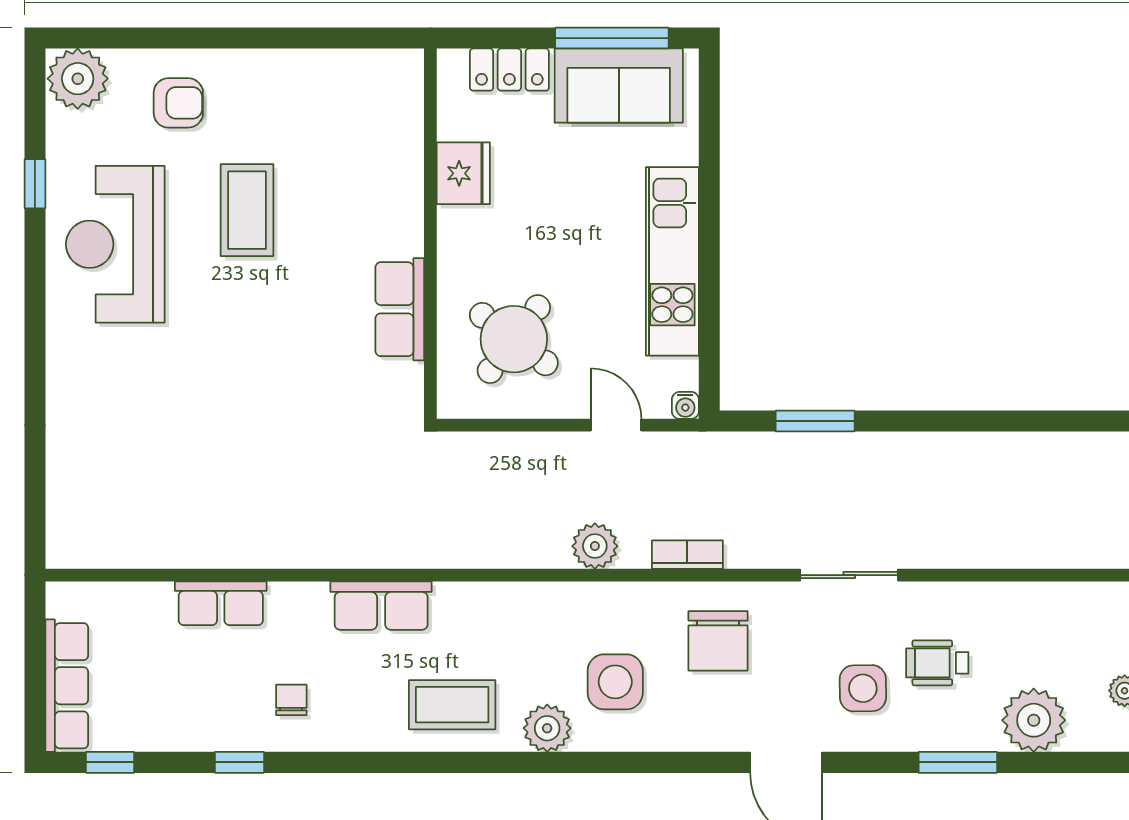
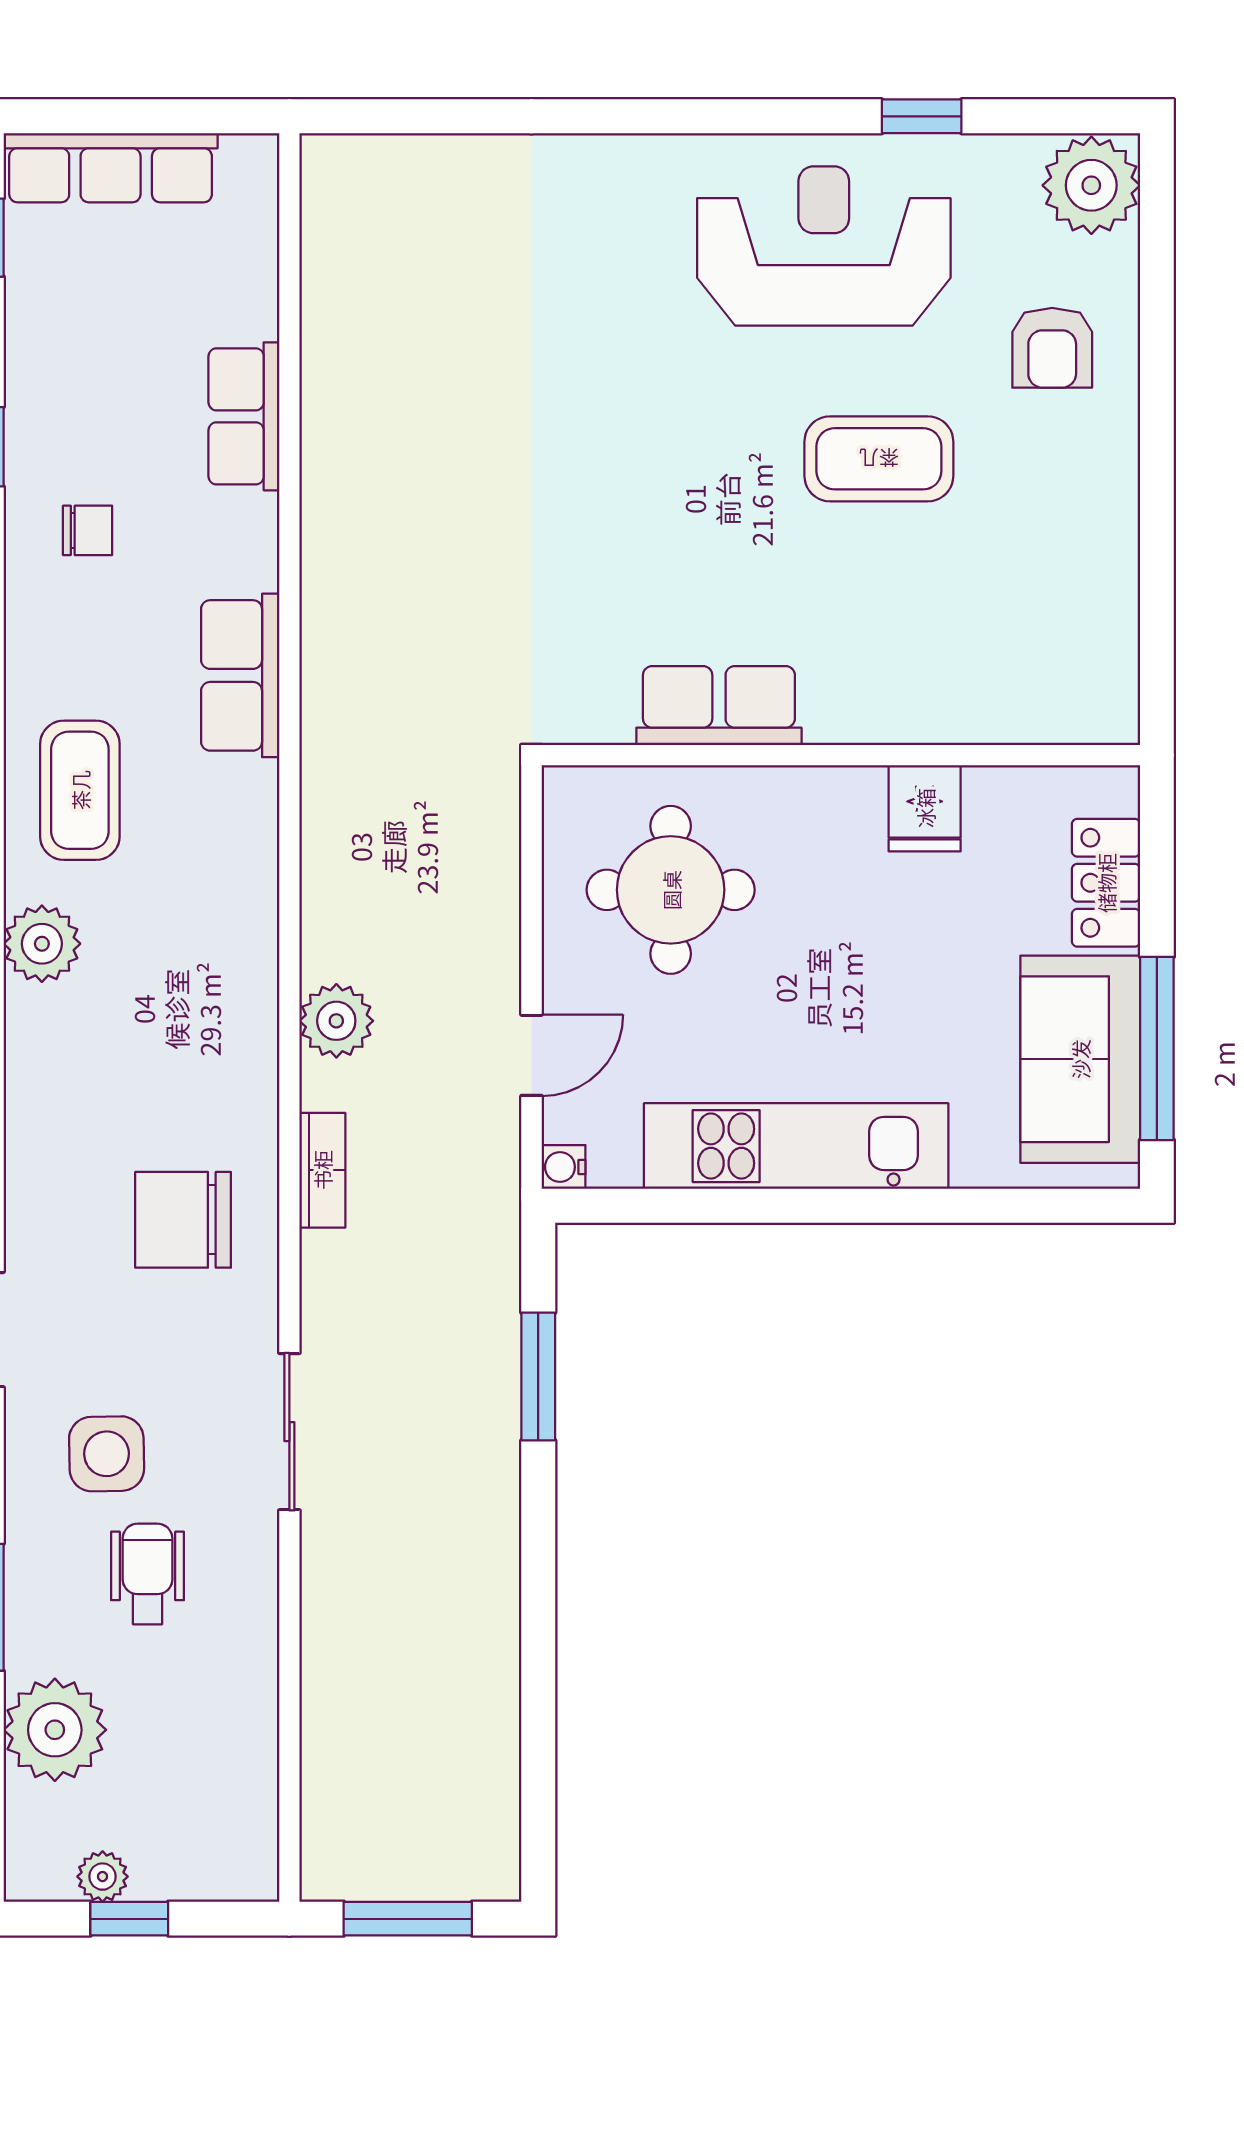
fridge: (463, 173) -> (925, 808), width x0.72
round table: (514, 339) -> (671, 890), turned -37
side table: (615, 682) -> (117, 1054), removed

